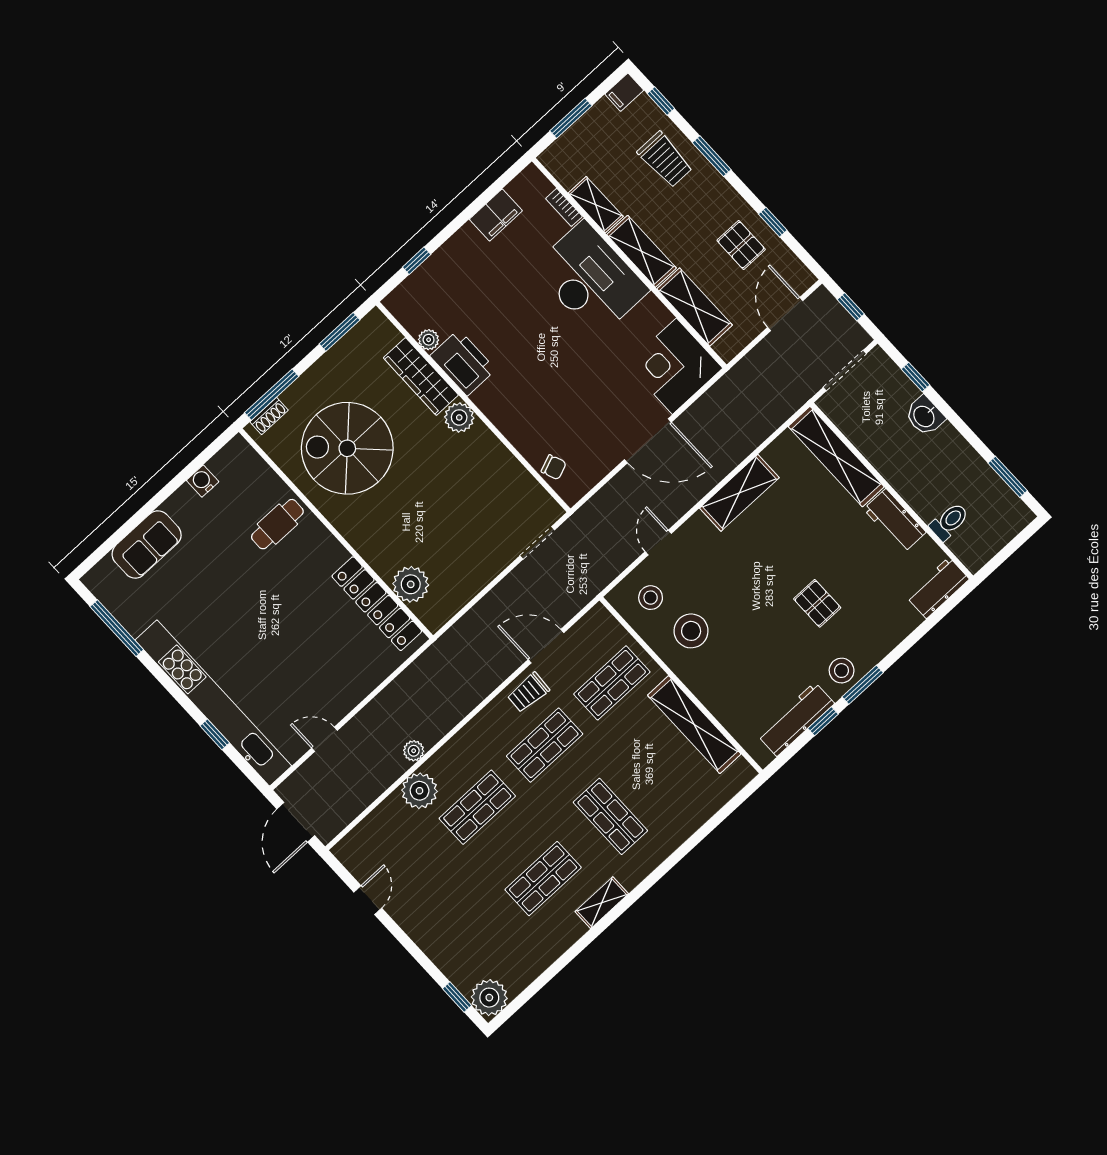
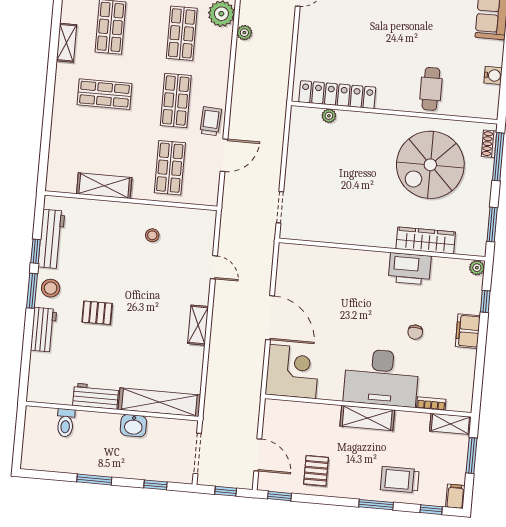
shelving: (596, 205) -> (450, 424), moved
filing cabinet: (496, 215) -> (468, 331), moved
window: (773, 222) -> (280, 496), moved
pallet: (741, 245) -> (316, 471), turned 90
shelving: (695, 307) -> (311, 414), removed
plant: (429, 340) -> (477, 268), moved
washbasin: (925, 416) -> (133, 426), moved, turned 180
plant: (459, 417) -> (384, 237), removed
door: (648, 441) -> (270, 318), swing flipped
spiral stairs: (347, 448) -> (430, 165), turned 180
chair: (554, 467) -> (415, 332), moved, turned -68
window: (1008, 477) -> (94, 479), moved
shelving: (739, 493) -> (198, 325), width x0.67, depth x0.75
plant: (411, 584) -> (329, 116), width x0.53, depth x0.53
workbench: (938, 588) -> (44, 330), moved
stool: (651, 598) -> (191, 233), removed
stool: (691, 631) -> (152, 235), width x0.53, depth x0.53
shelving: (694, 725) -> (104, 186), width x0.68

